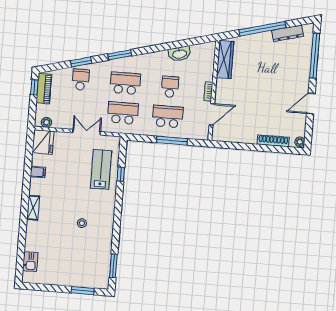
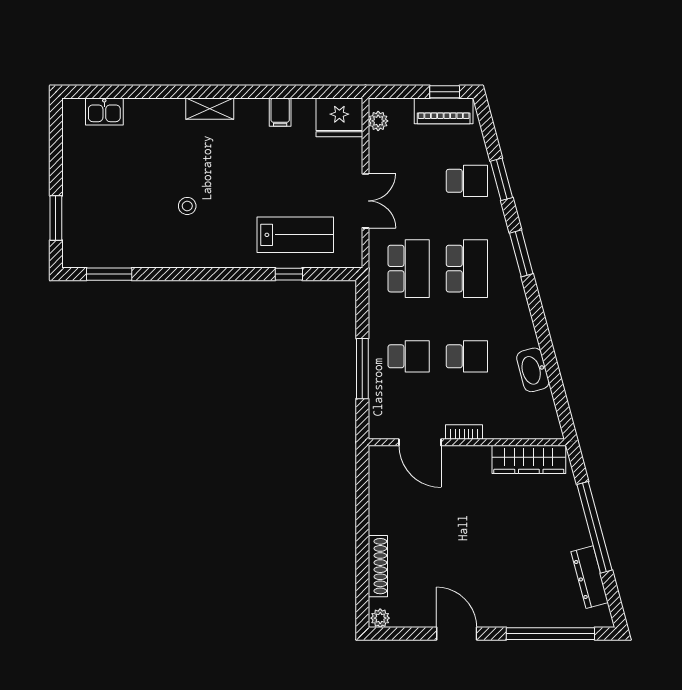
school desk: (168, 116) -> (409, 356), width x0.54

